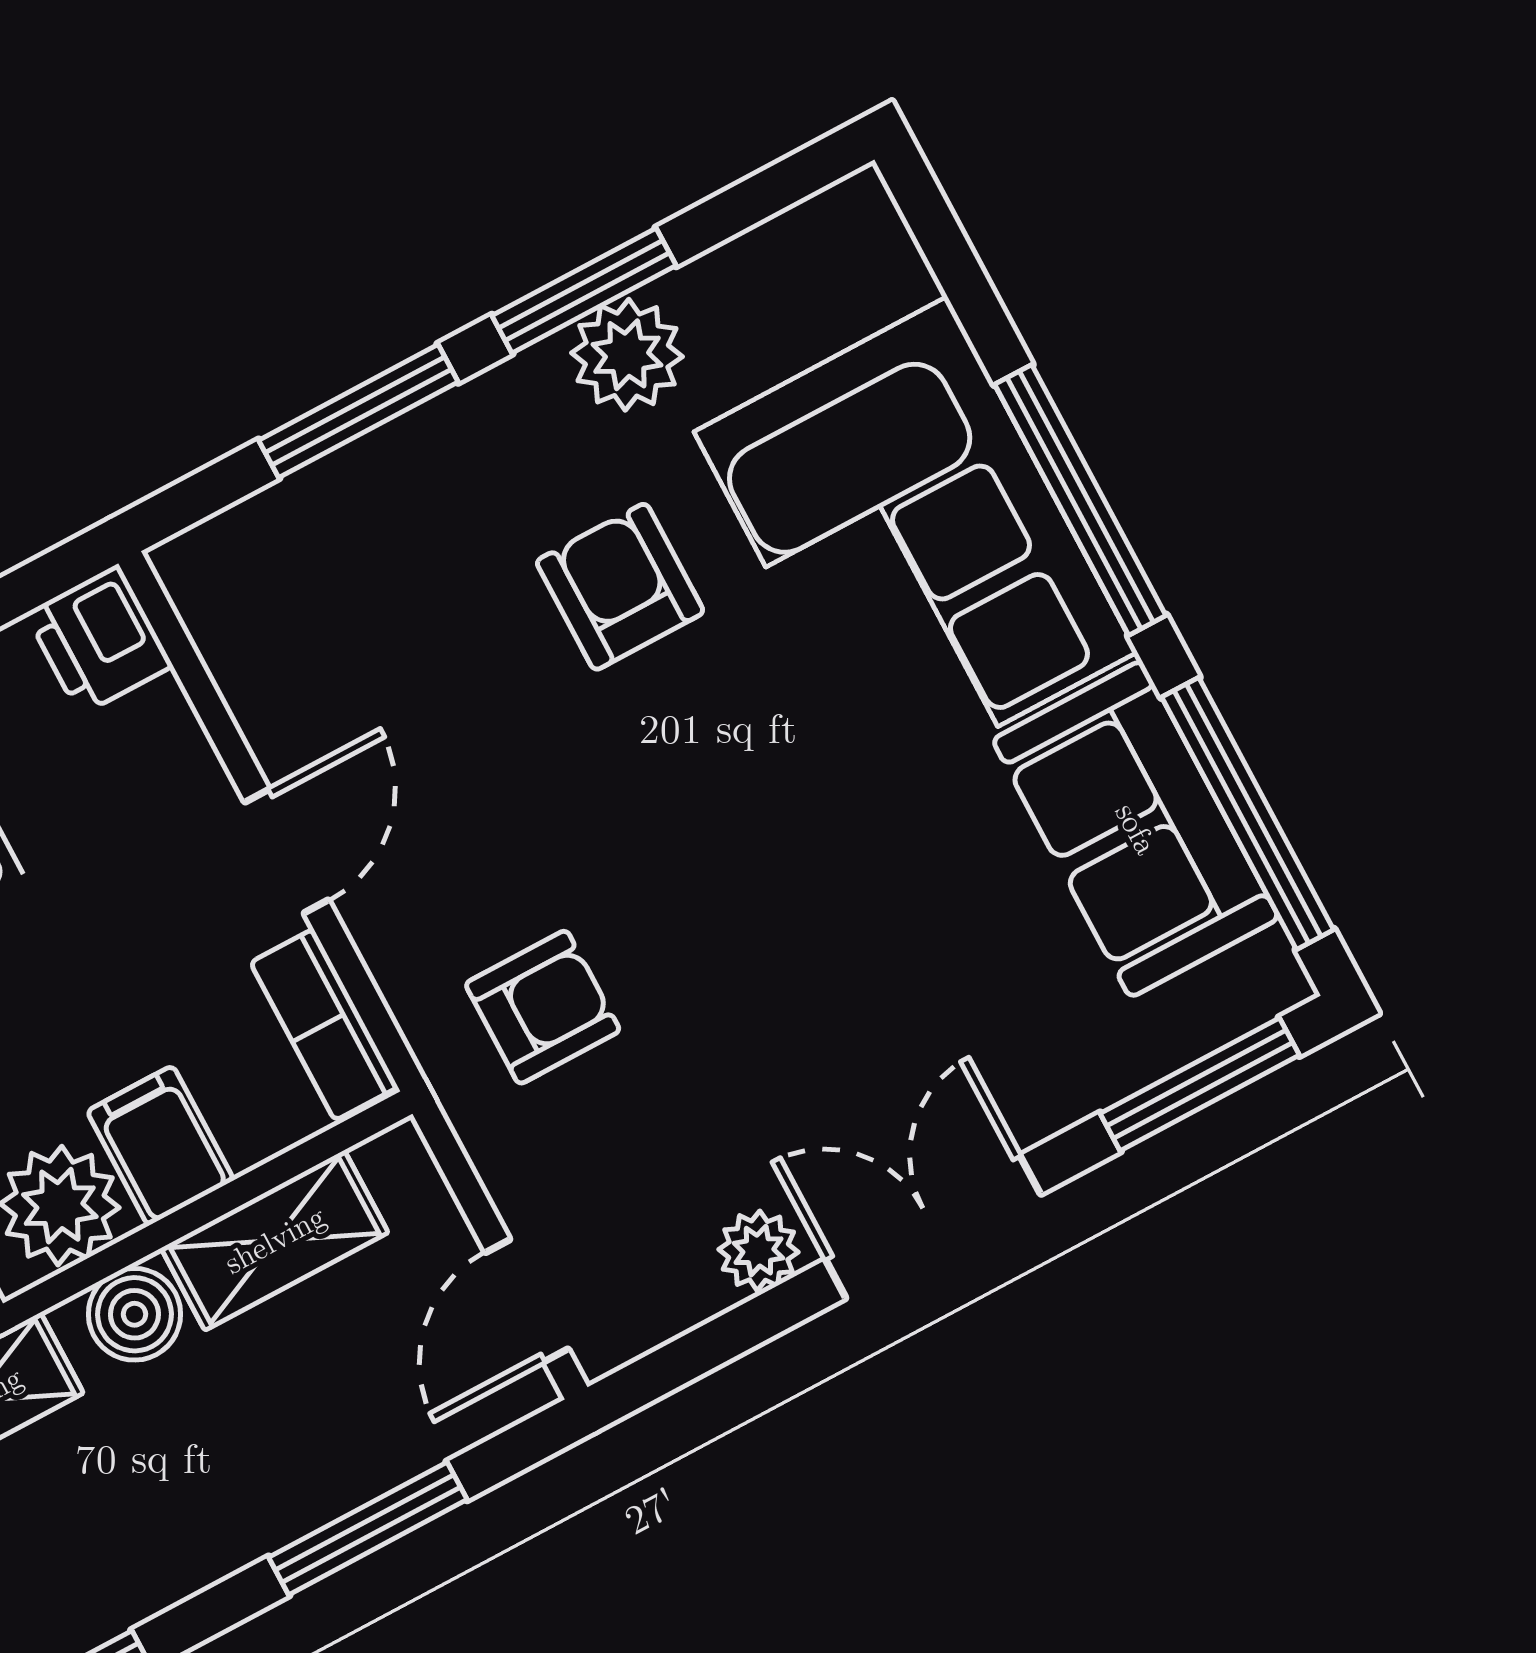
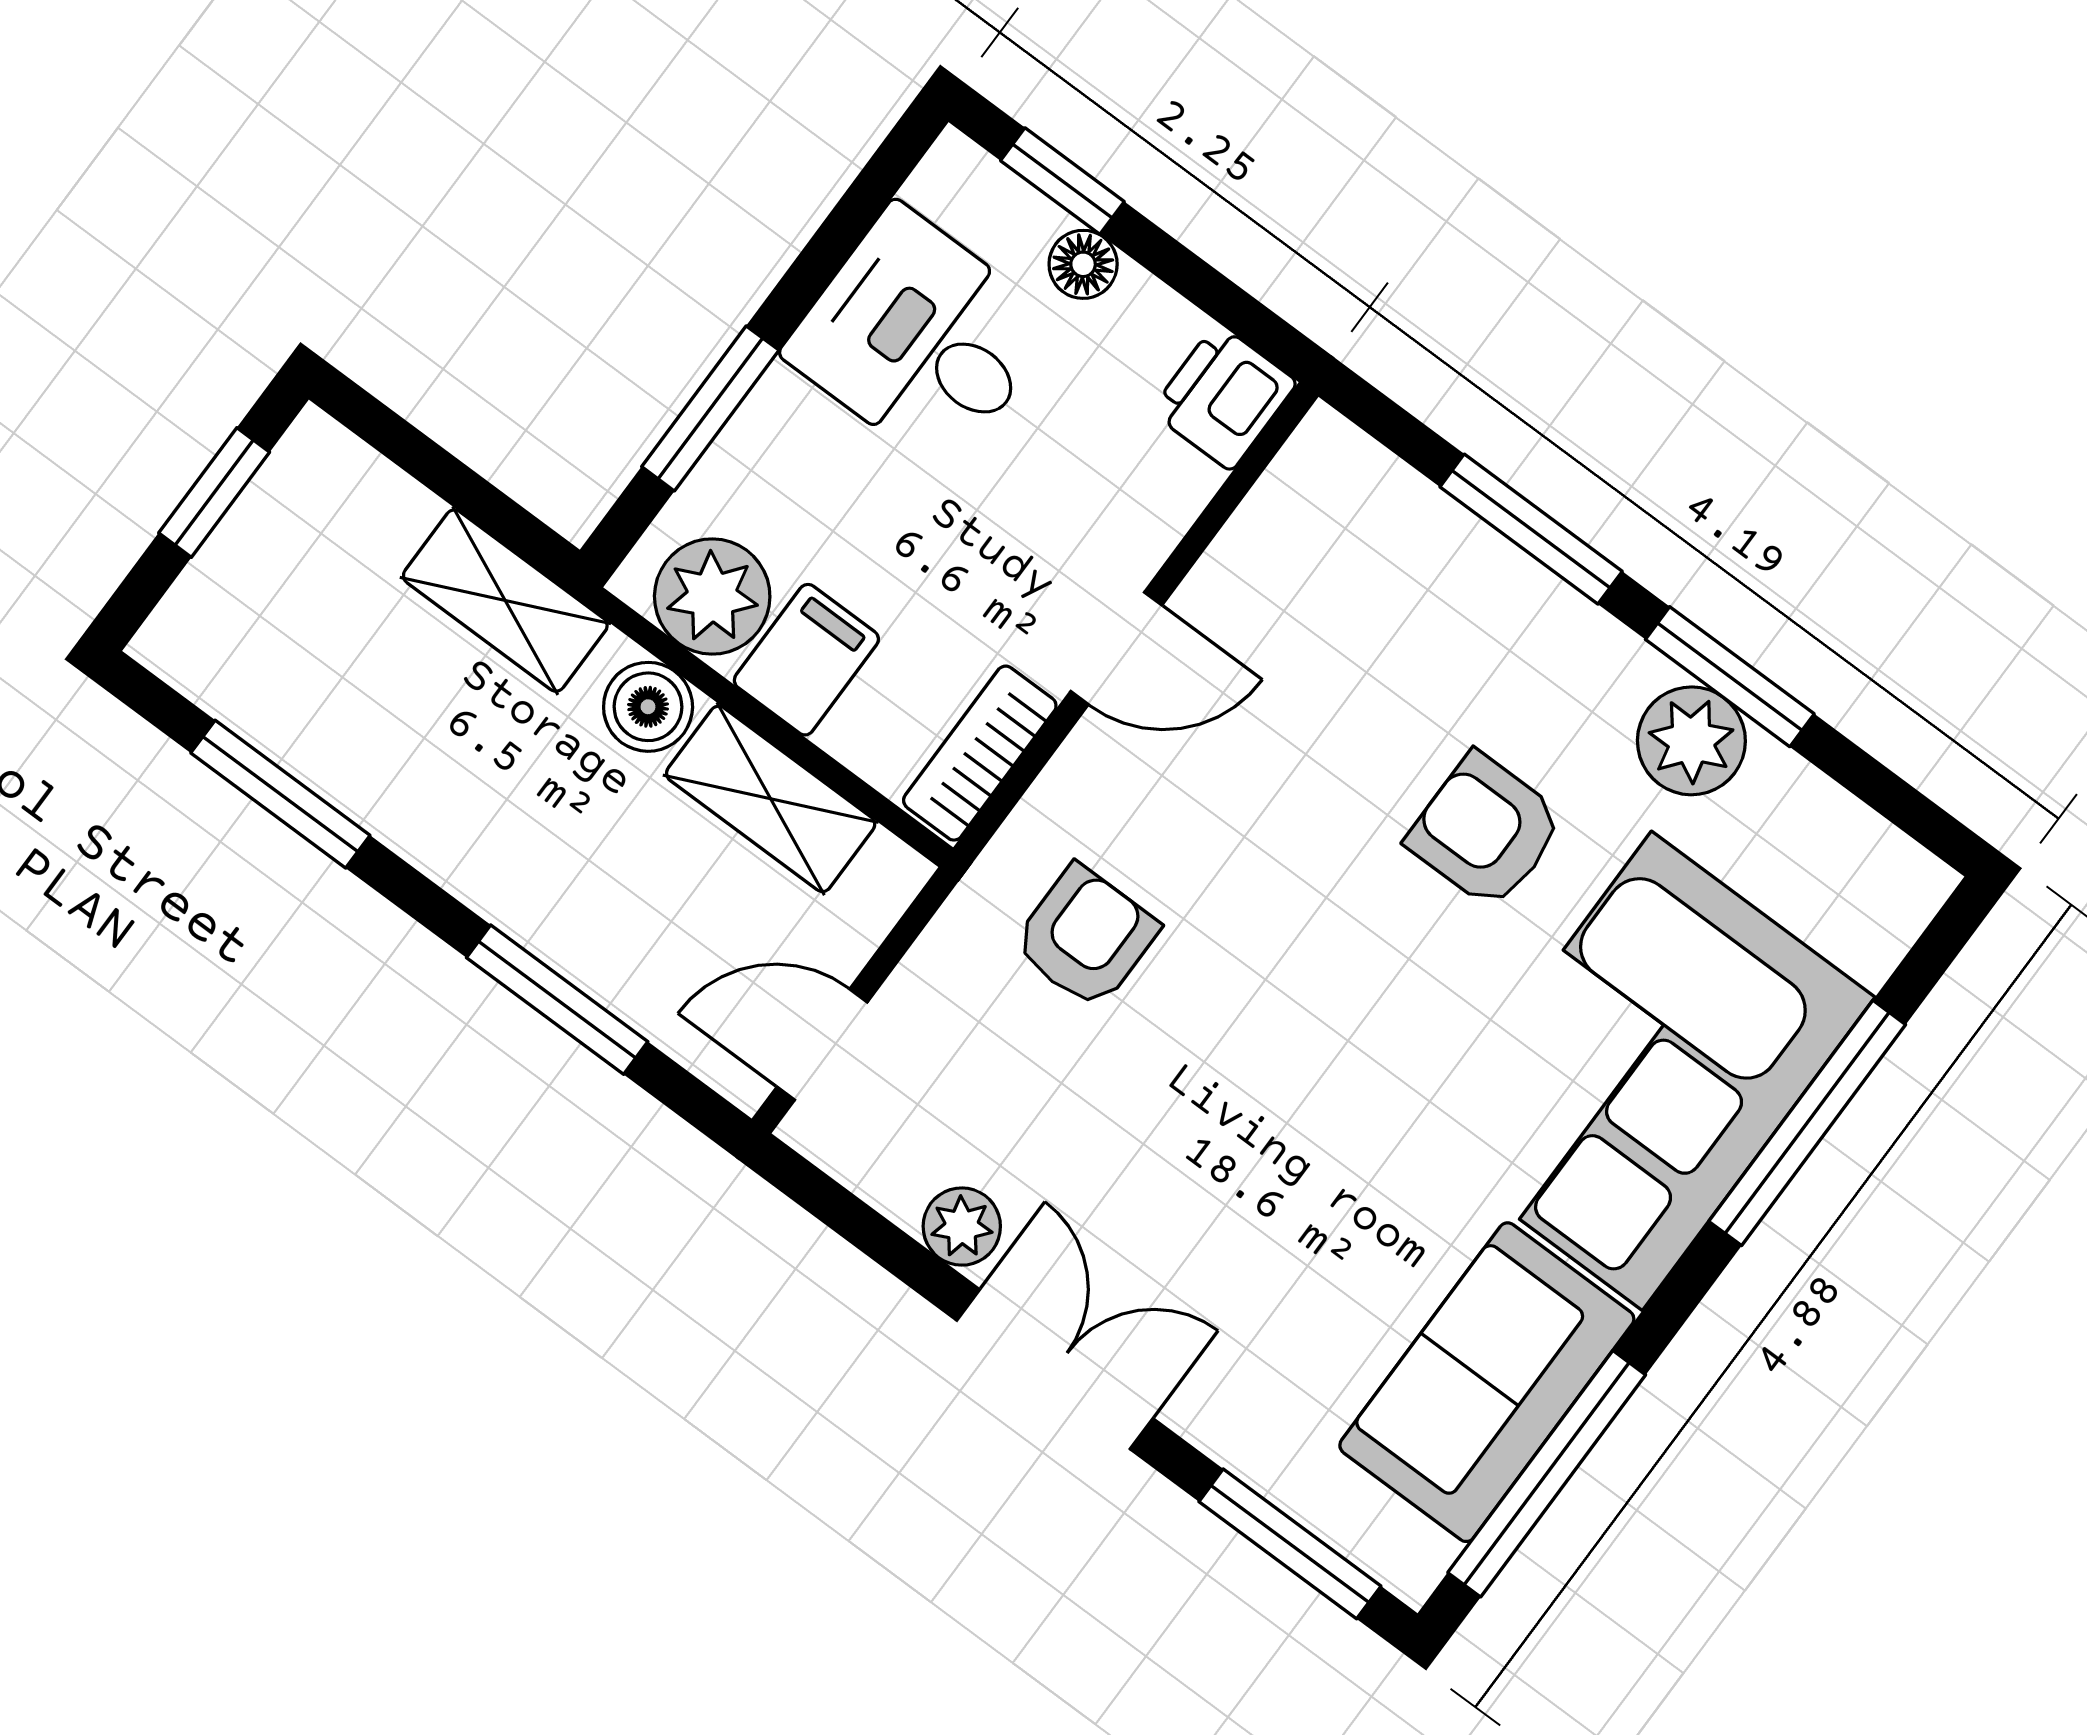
window: (1080, 500) -> (1807, 1123), moved
armchair: (620, 587) -> (1486, 831), turned -90
armchair: (543, 1007) -> (1086, 937), turned -90

